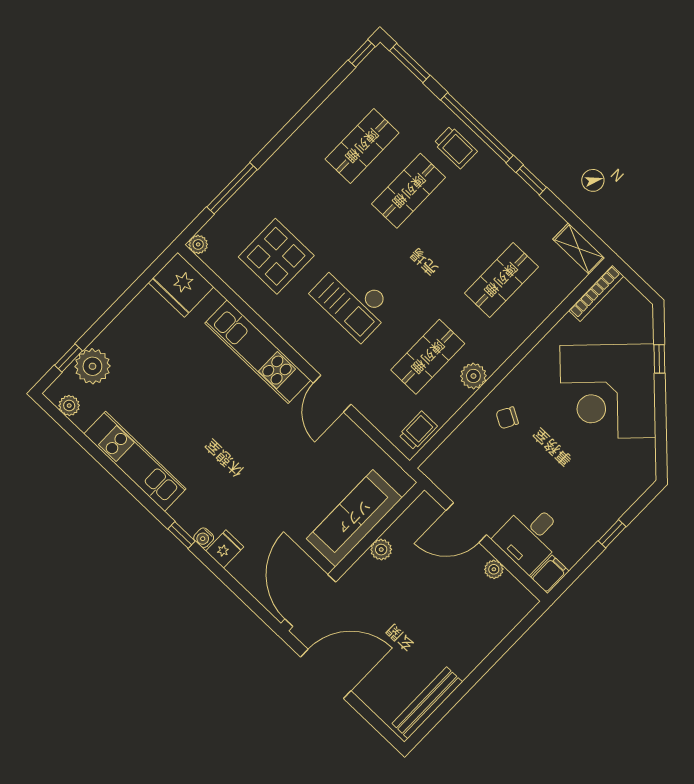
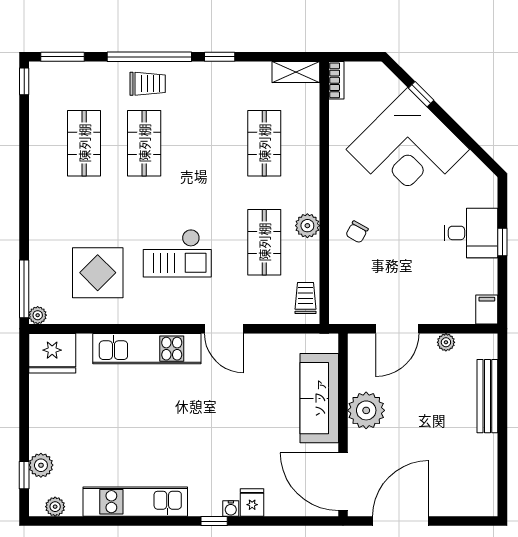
window: (232, 188) -> (24, 289), moved
bookcase: (596, 293) -> (336, 80), width x0.64
plant: (92, 366) -> (41, 465), width x0.73, depth x0.73
desk: (530, 537) -> (471, 233), moved, turned -90
plant: (381, 550) -> (366, 410), width x1.88, depth x1.88
bench: (427, 703) -> (487, 396), moved

